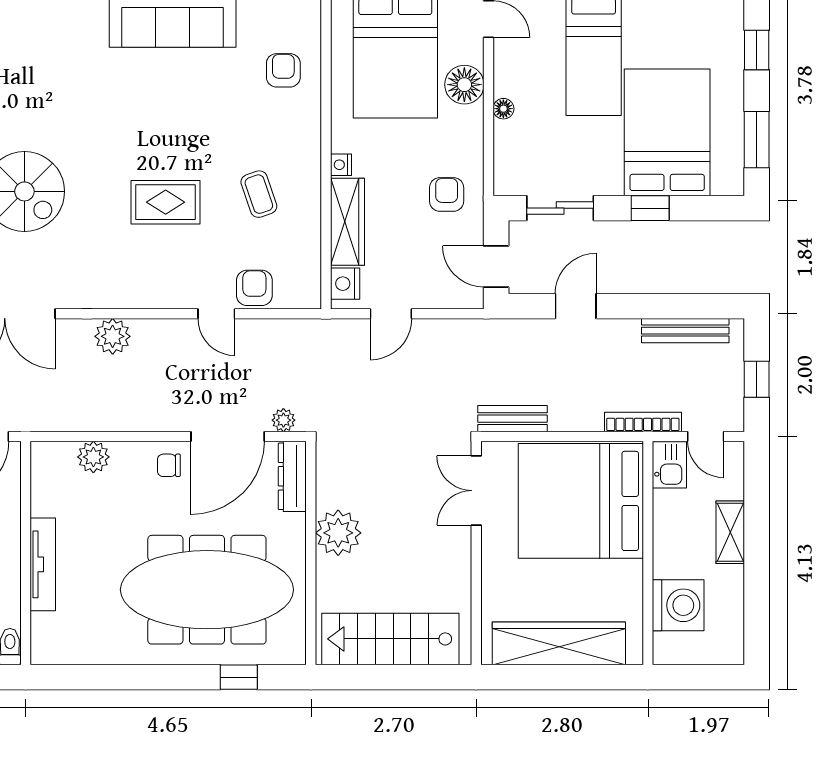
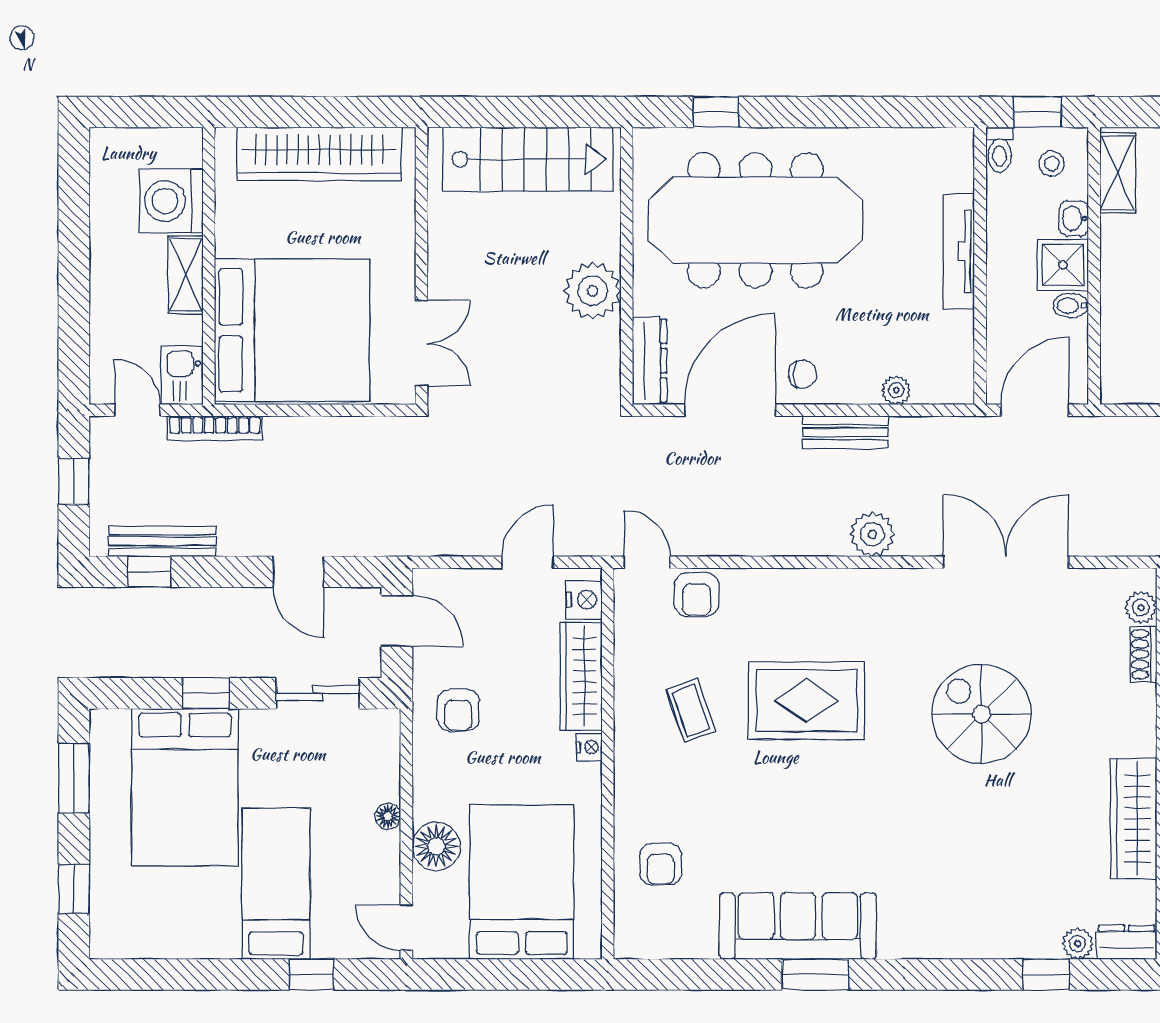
rug: (166, 202) -> (807, 701), width x1.36, depth x1.43
door: (576, 306) -> (298, 572), hinge flipped
window: (696, 306) -> (149, 572), added
door: (216, 314) -> (647, 562), moved
bench: (512, 419) -> (845, 432), moved
plant: (283, 420) -> (660, 430), removed
plant: (93, 457) -> (896, 390), width x0.73, depth x0.73
shelving: (730, 532) -> (186, 275), moved

